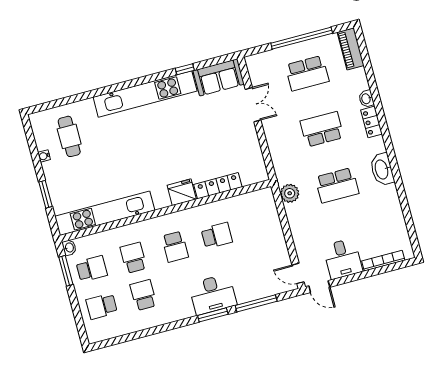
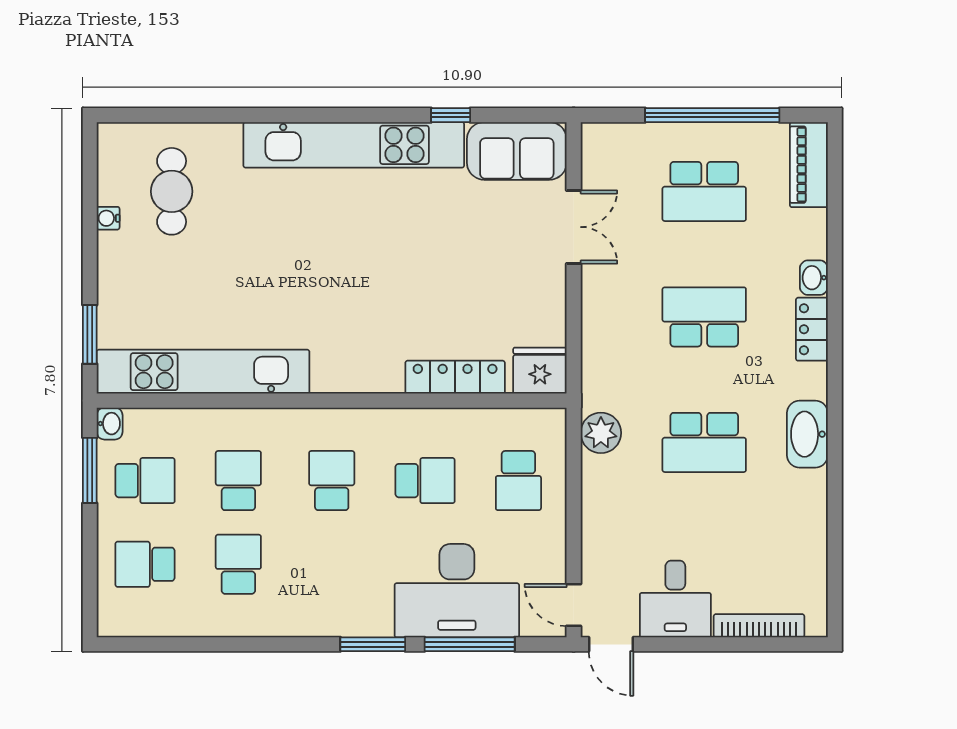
fridge: (182, 192) -> (540, 371), moved
window: (45, 194) -> (90, 334), moved
school desk: (258, 224) -> (518, 481), added
school desk: (175, 247) -> (332, 481), turned 180
desk: (213, 294) -> (457, 591), moved, width x1.36, depth x1.30

